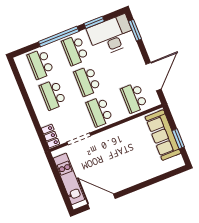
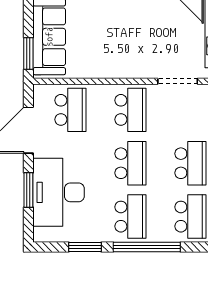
window: (135, 30) -> (28, 190), moved
desk: (111, 36) -> (59, 192), moved, turned 90
window: (178, 139) -> (28, 54), moved

